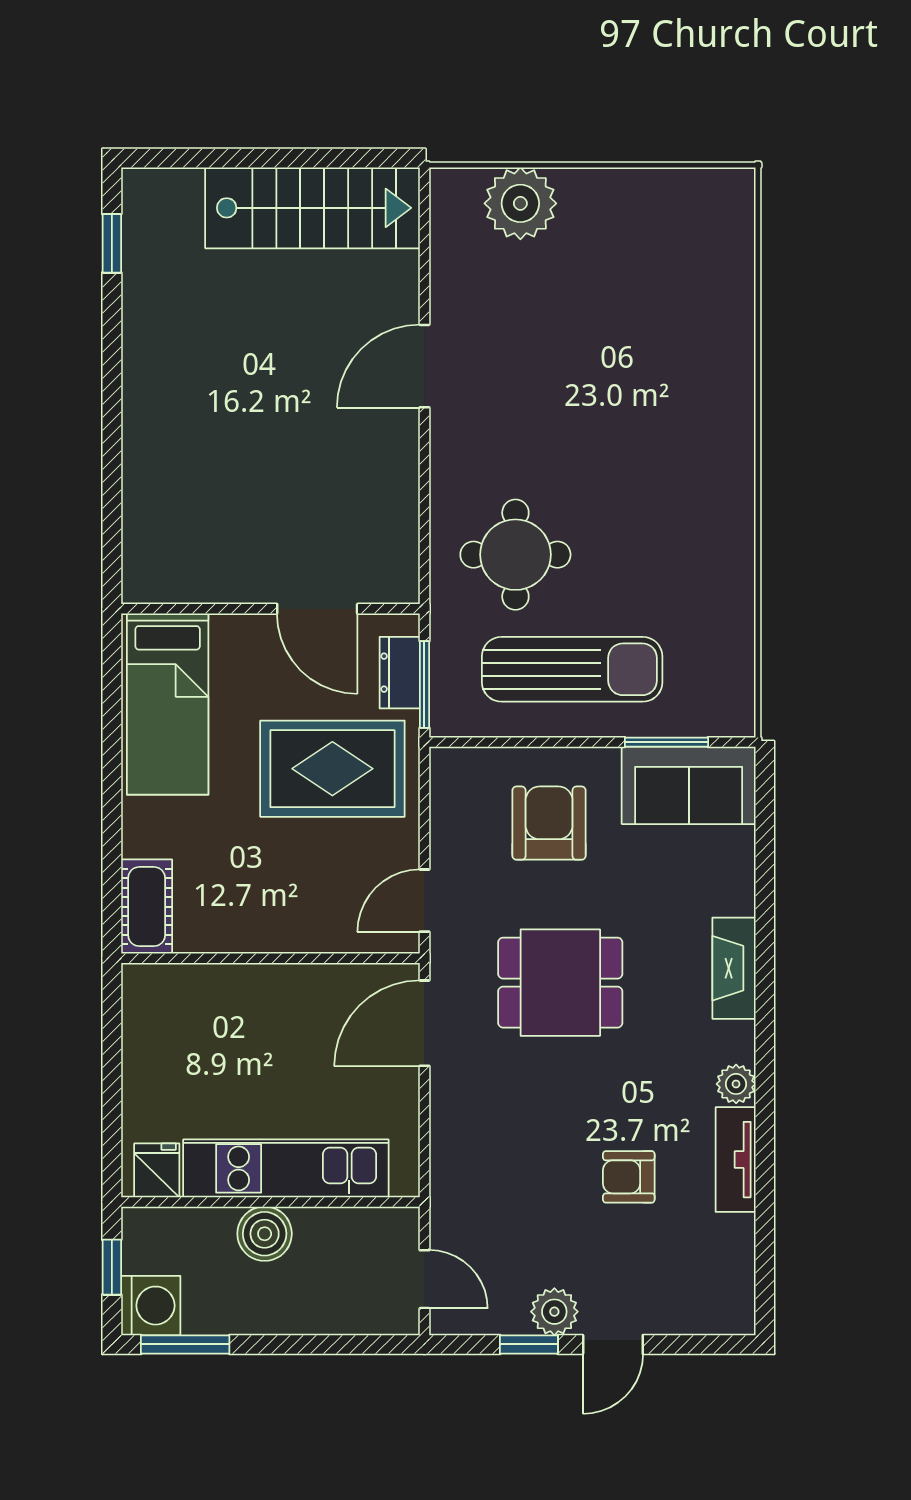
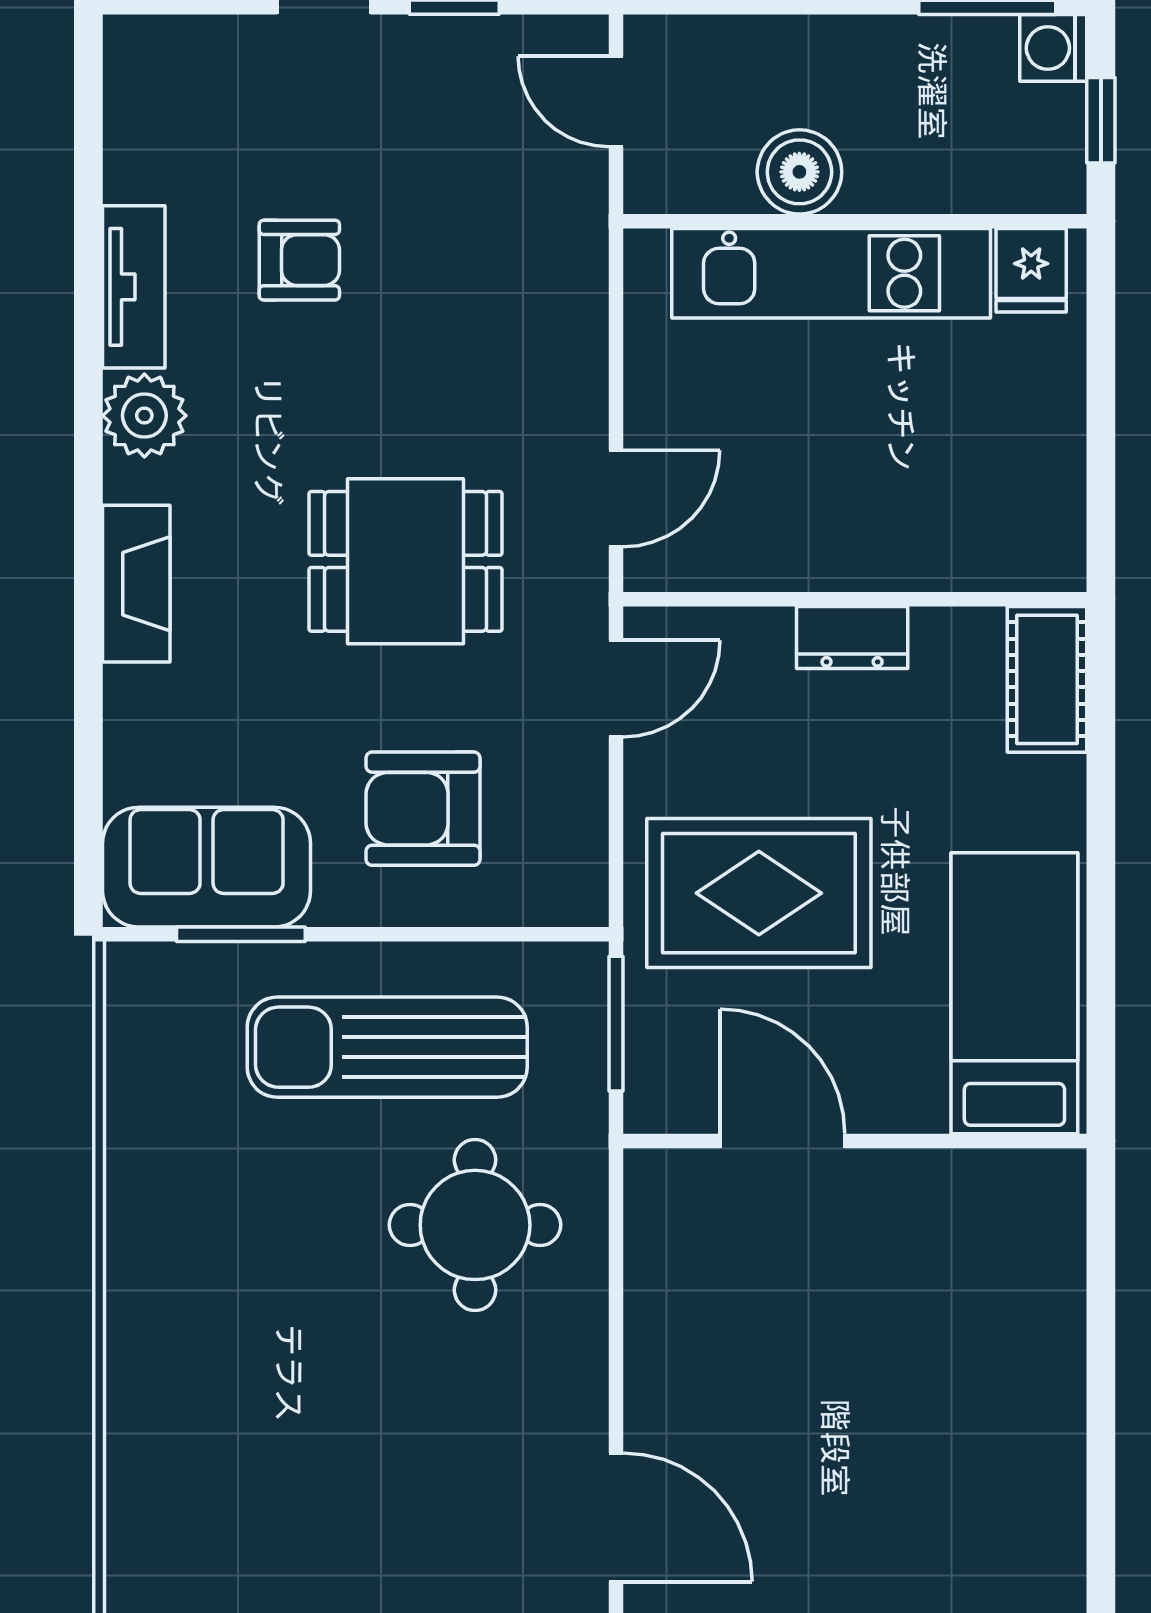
door: (424, 366) -> (616, 1517), hinge flipped
dresser: (400, 673) -> (852, 638), moved, turned 90
armchair: (549, 823) -> (423, 809), turned 90
door: (424, 1023) -> (616, 498), width x0.73
plant: (736, 1084) -> (144, 416), width x1.38, depth x1.38
boiler: (265, 1234) -> (799, 172), moved
washing machine: (151, 1306) -> (1053, 48), width x0.73, depth x0.73
plant: (554, 1312) -> (415, 51), removed

